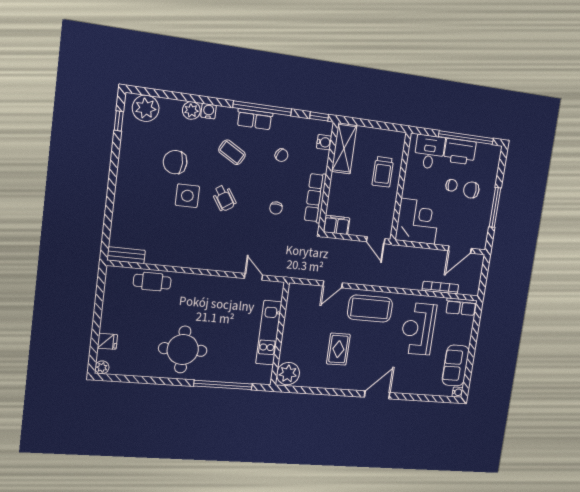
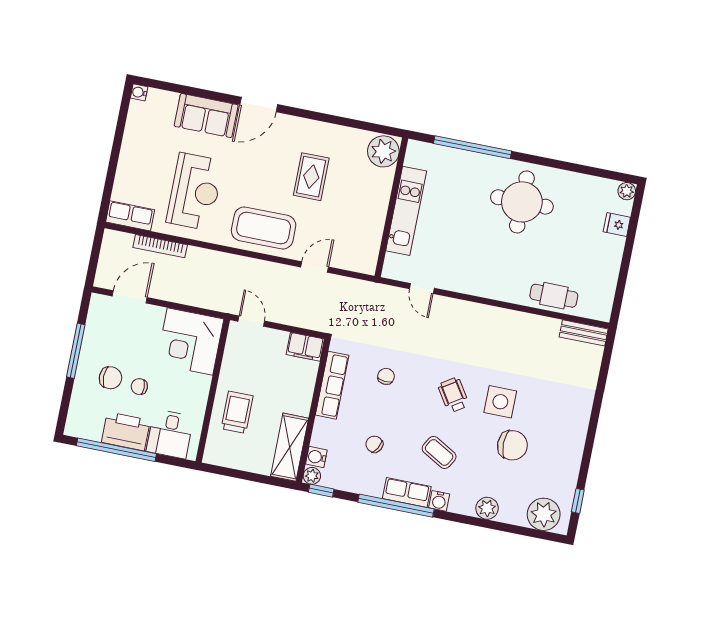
water cooler: (209, 111) -> (439, 501), moved
plant: (327, 127) -> (312, 476), added
sofa: (456, 365) -> (206, 116), moved, turned 90

